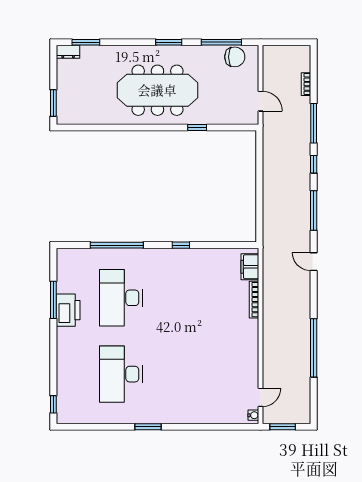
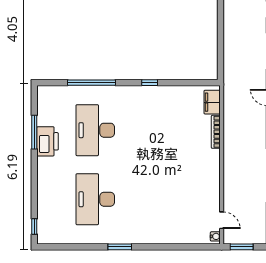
door: (261, 397) -> (222, 220), hinge flipped

